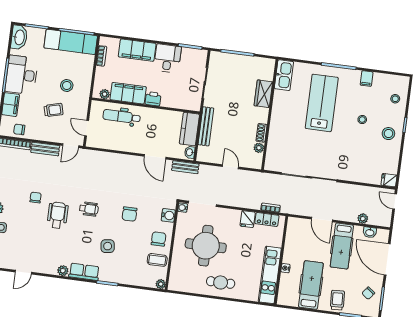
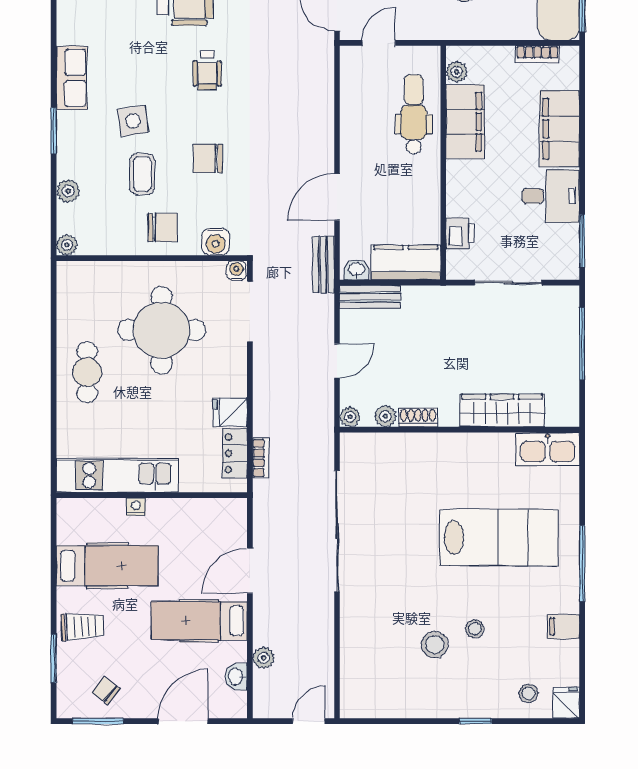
wardrobe: (263, 94) -> (502, 411), width x1.50
printer: (153, 99) -> (460, 233), moved
bench: (206, 126) -> (370, 297), moved, width x0.73
stool: (388, 134) -> (435, 645), moved
plant: (257, 164) -> (350, 417), added
fridge: (389, 180) -> (566, 703), moved
door: (387, 259) -> (183, 721), width x0.73
coffee table: (157, 260) -> (142, 174), moved
plant: (63, 271) -> (68, 191), moved

